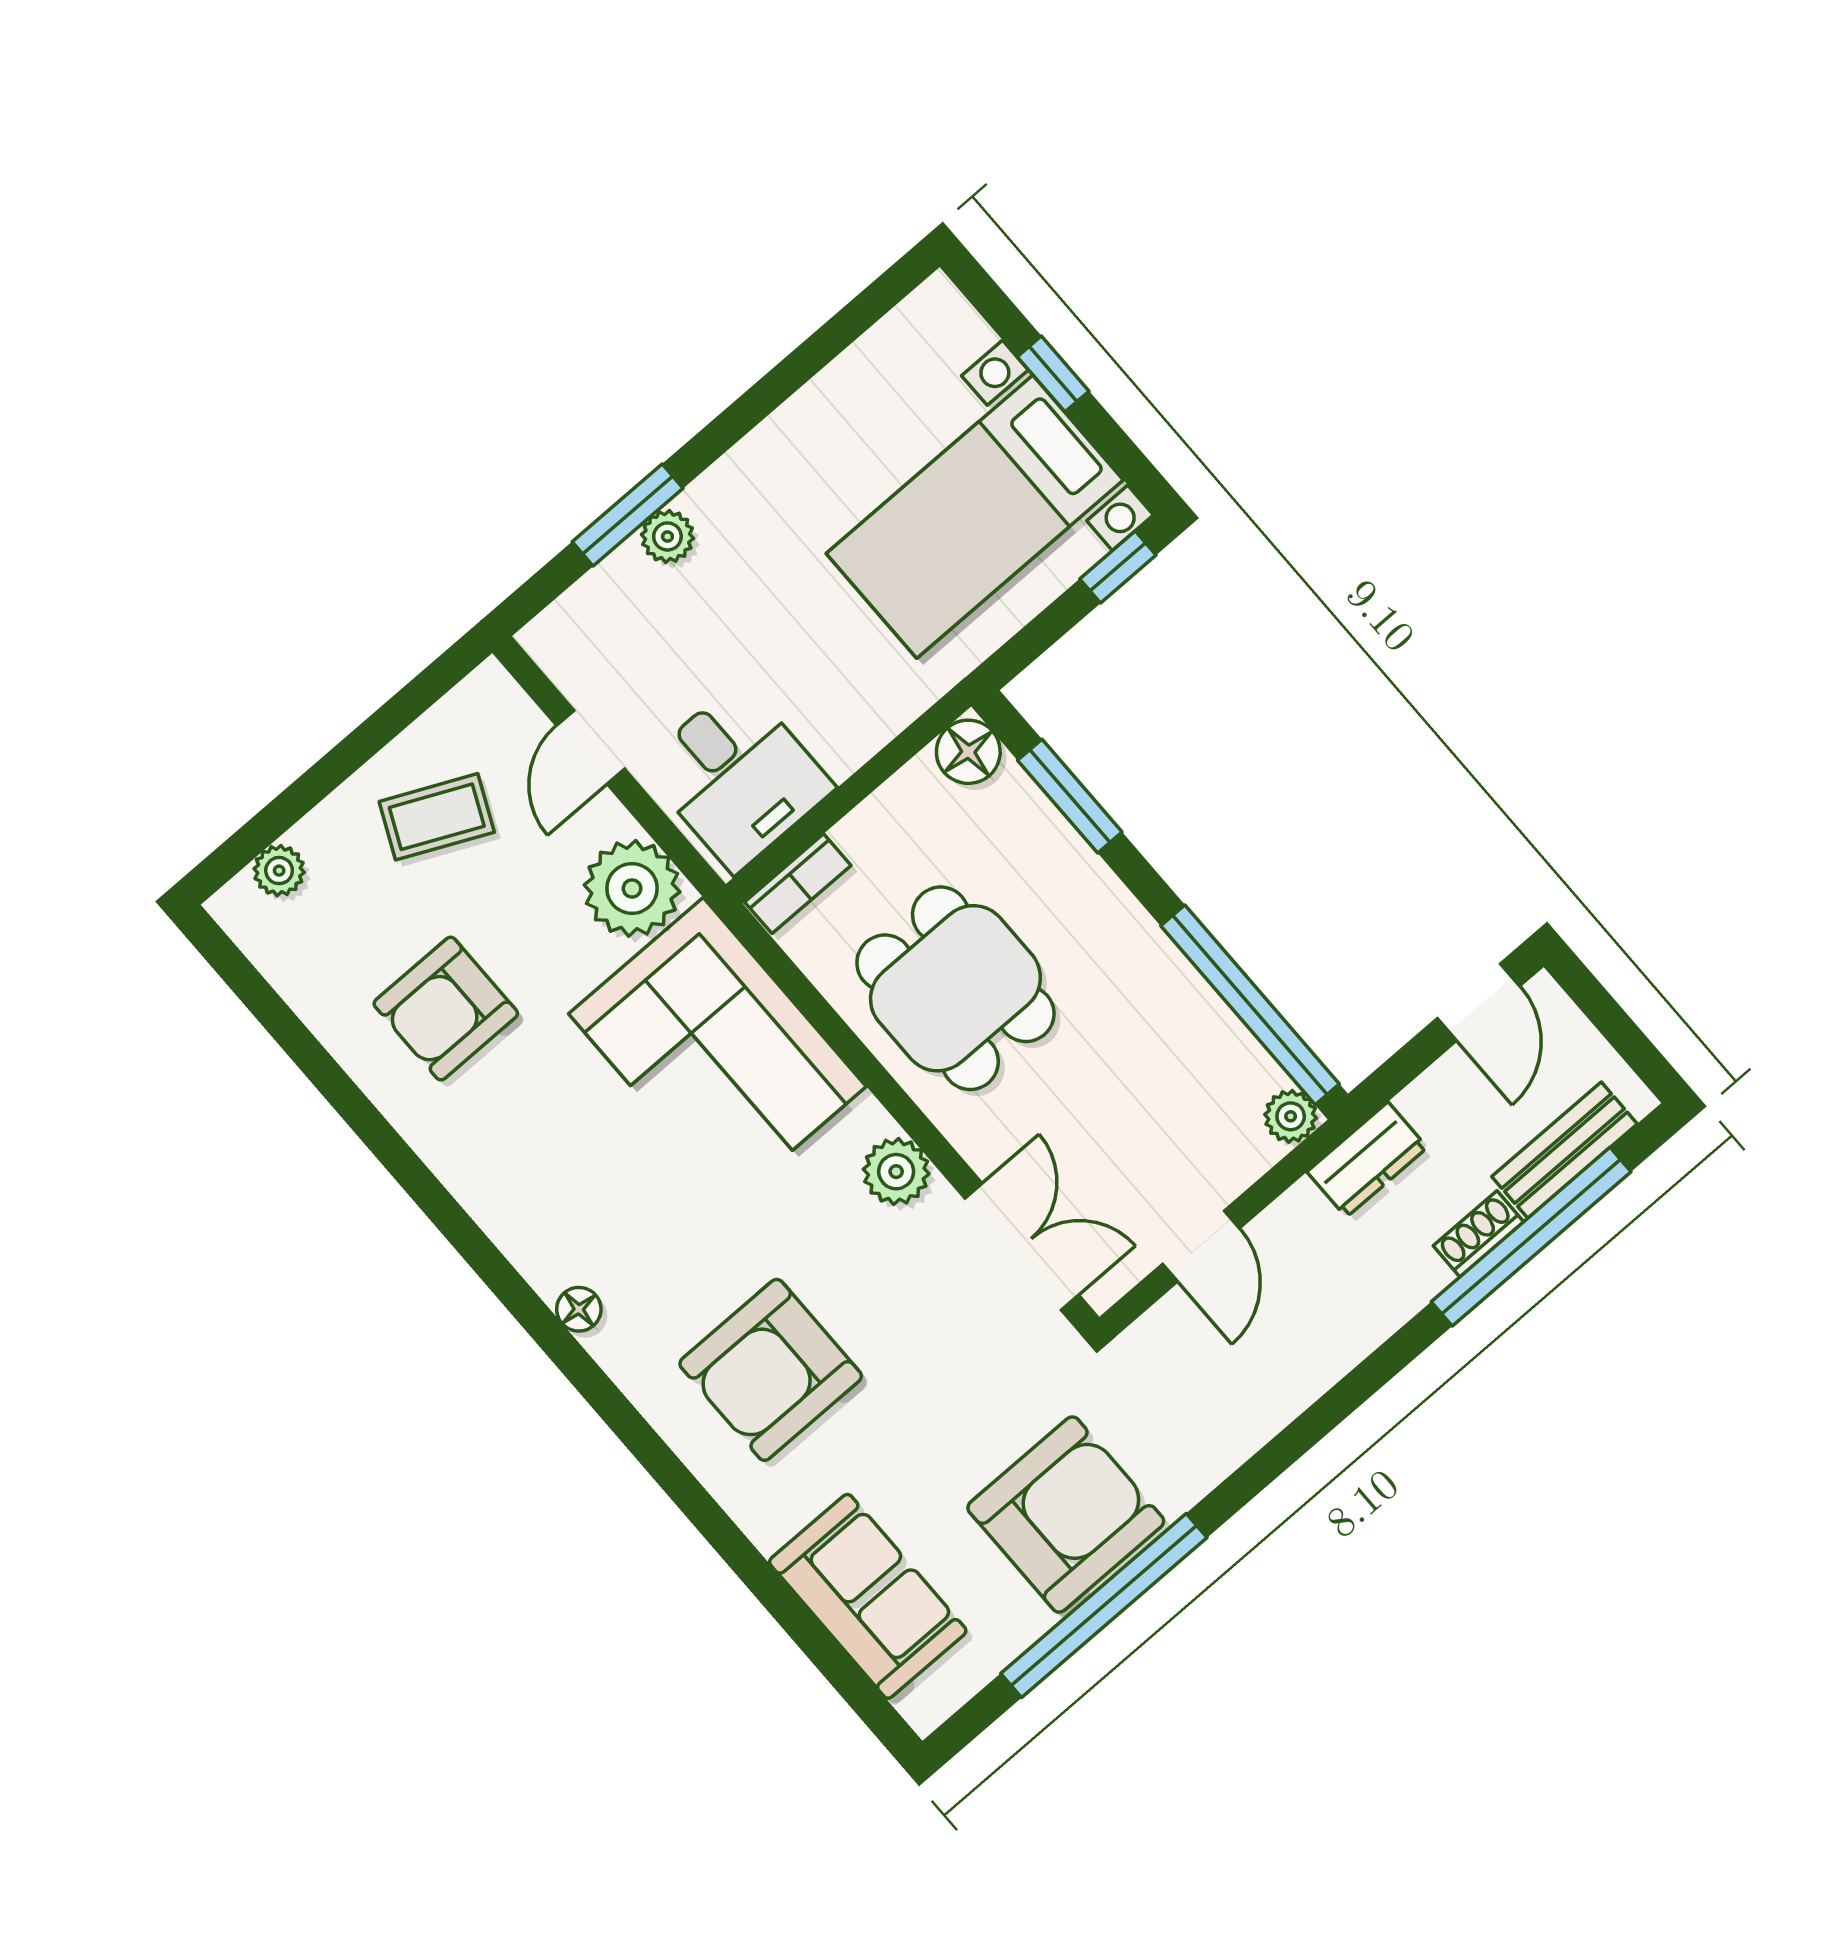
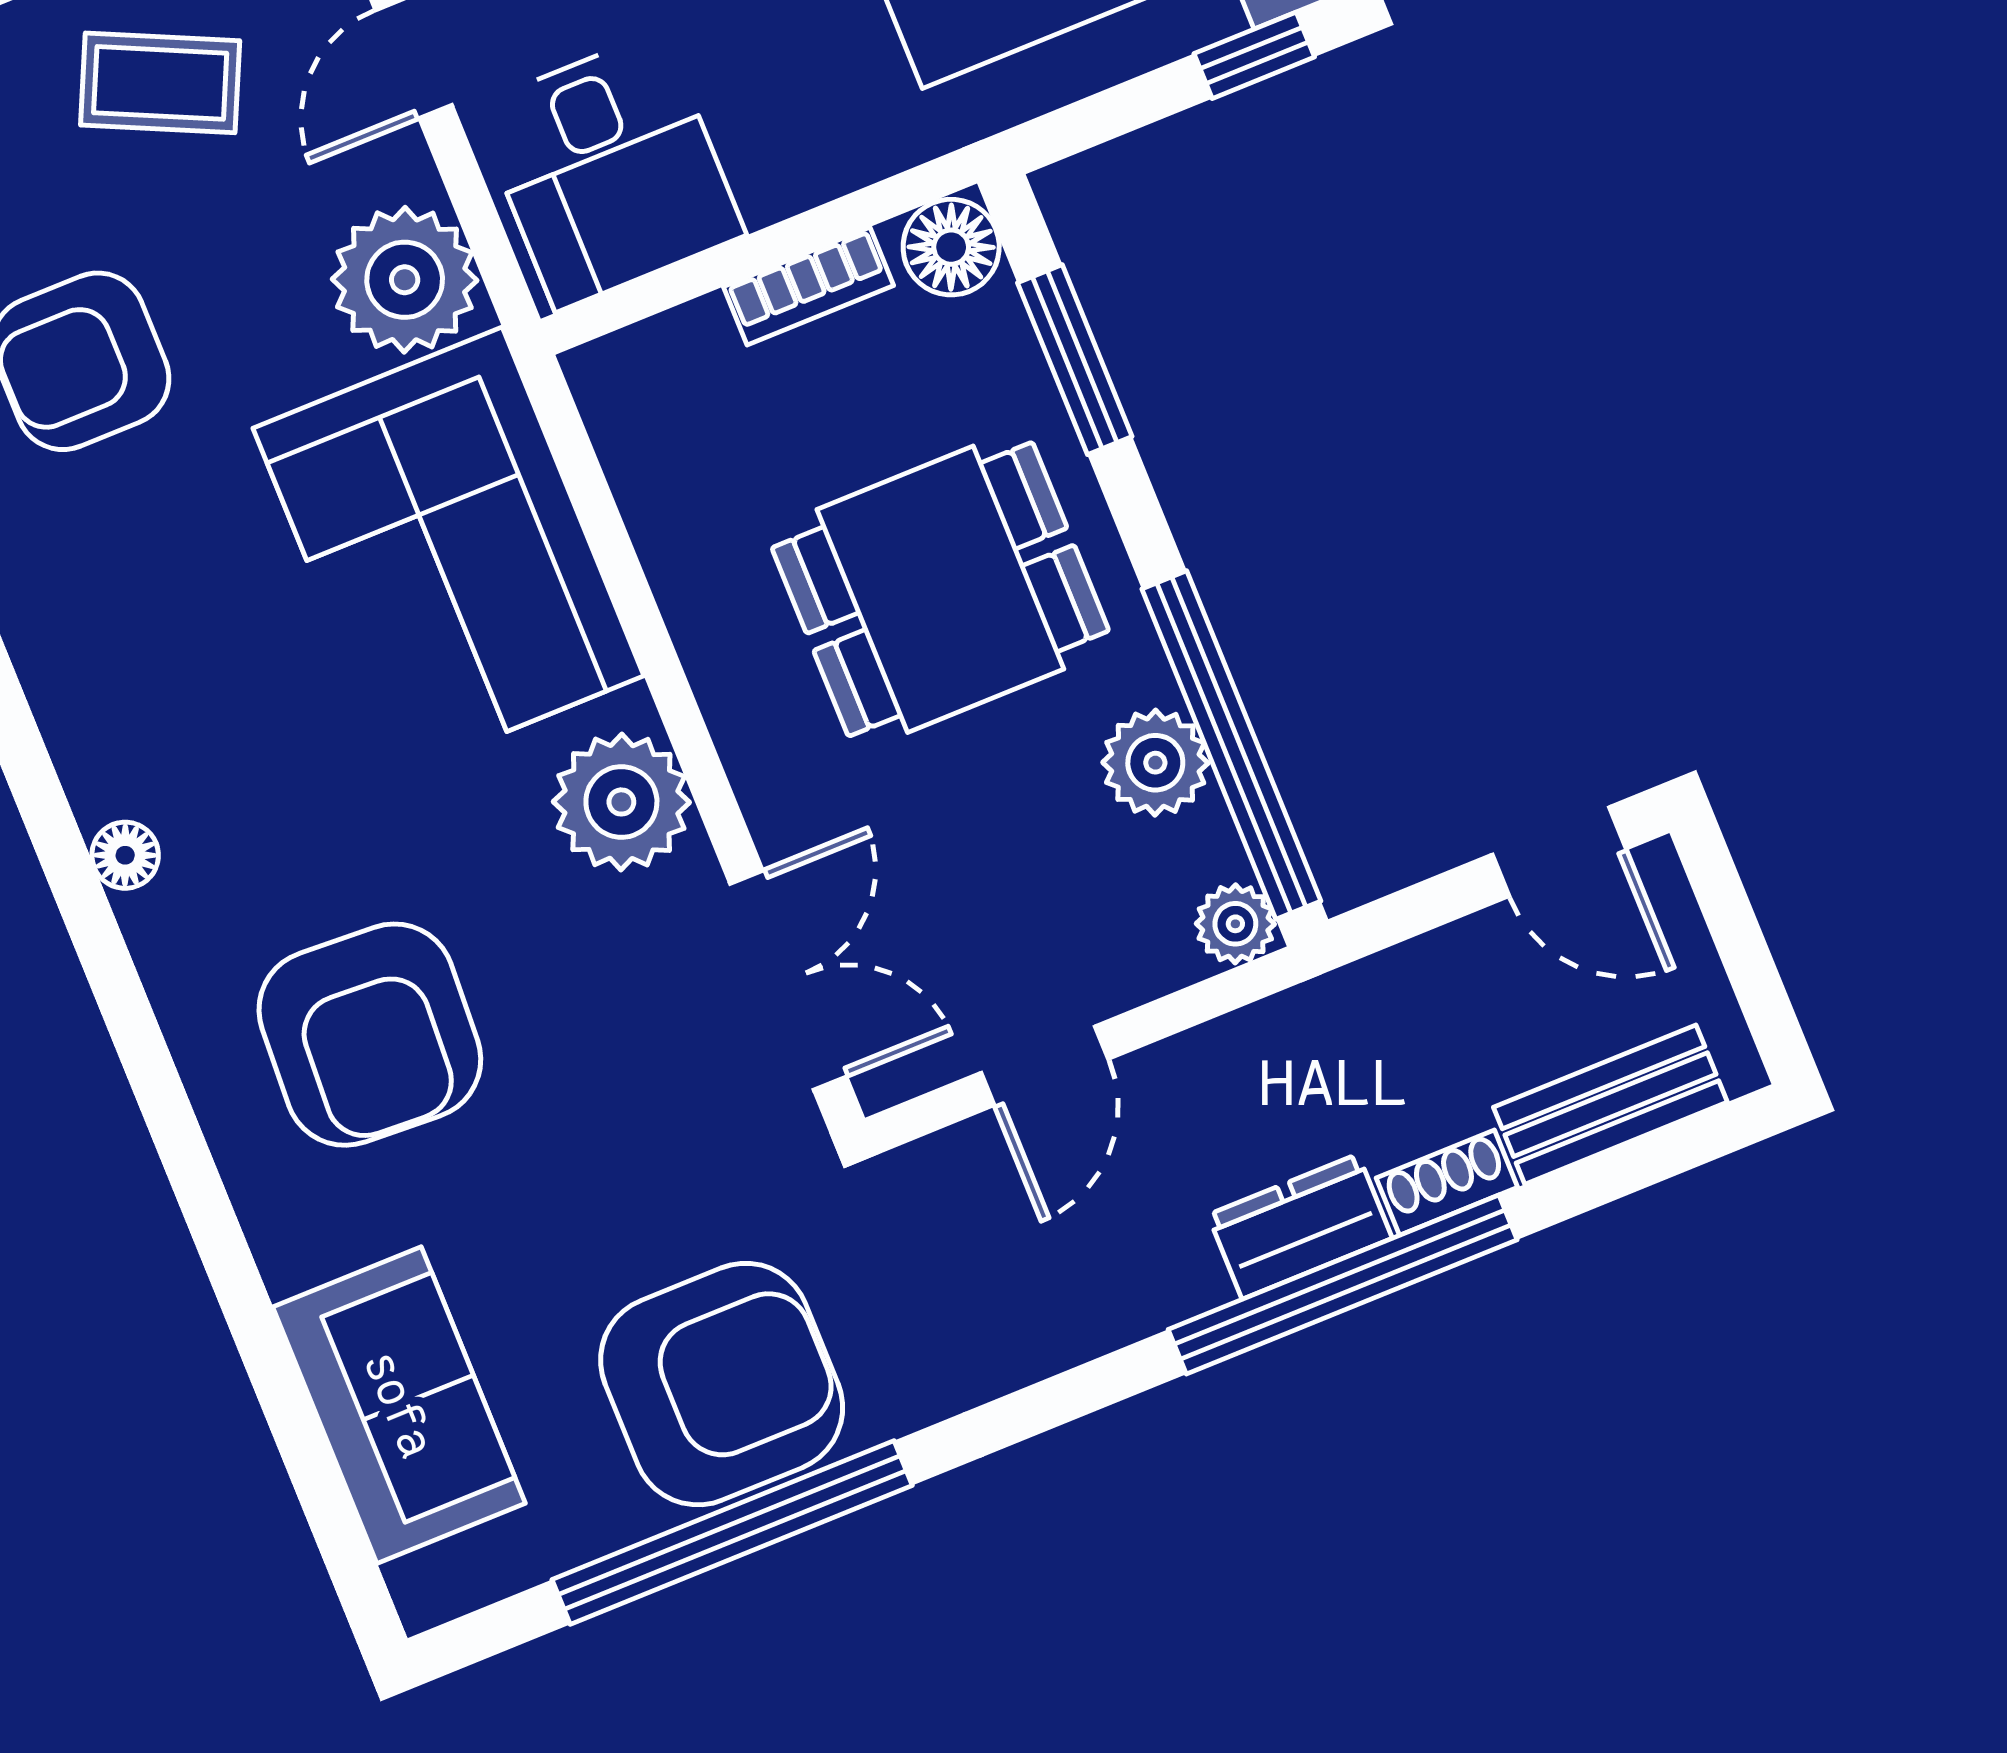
bookcase: (798, 884) -> (809, 286), moved
dining table: (955, 988) -> (940, 589), moved, turned 90
door: (1479, 1002) -> (1559, 852), hinge flipped
plant: (1206, 1032) -> (1155, 763), added
dresser: (1367, 1160) -> (1300, 1227), moved, turned 180
plant: (896, 1172) -> (621, 802), width x1.36, depth x1.36
window: (1531, 1237) -> (1343, 1285), moved
armchair: (771, 1370) -> (370, 1035), turned -87

